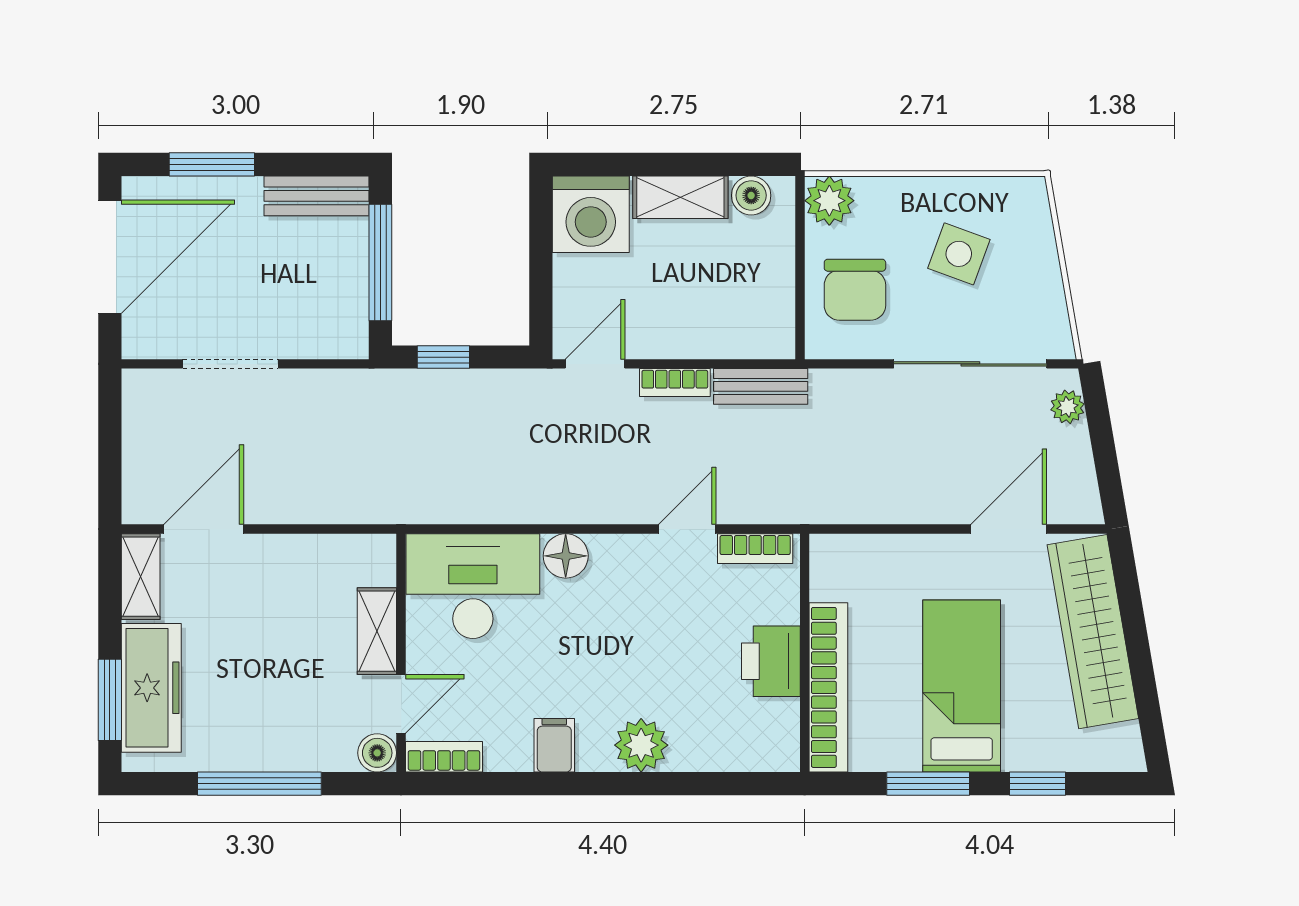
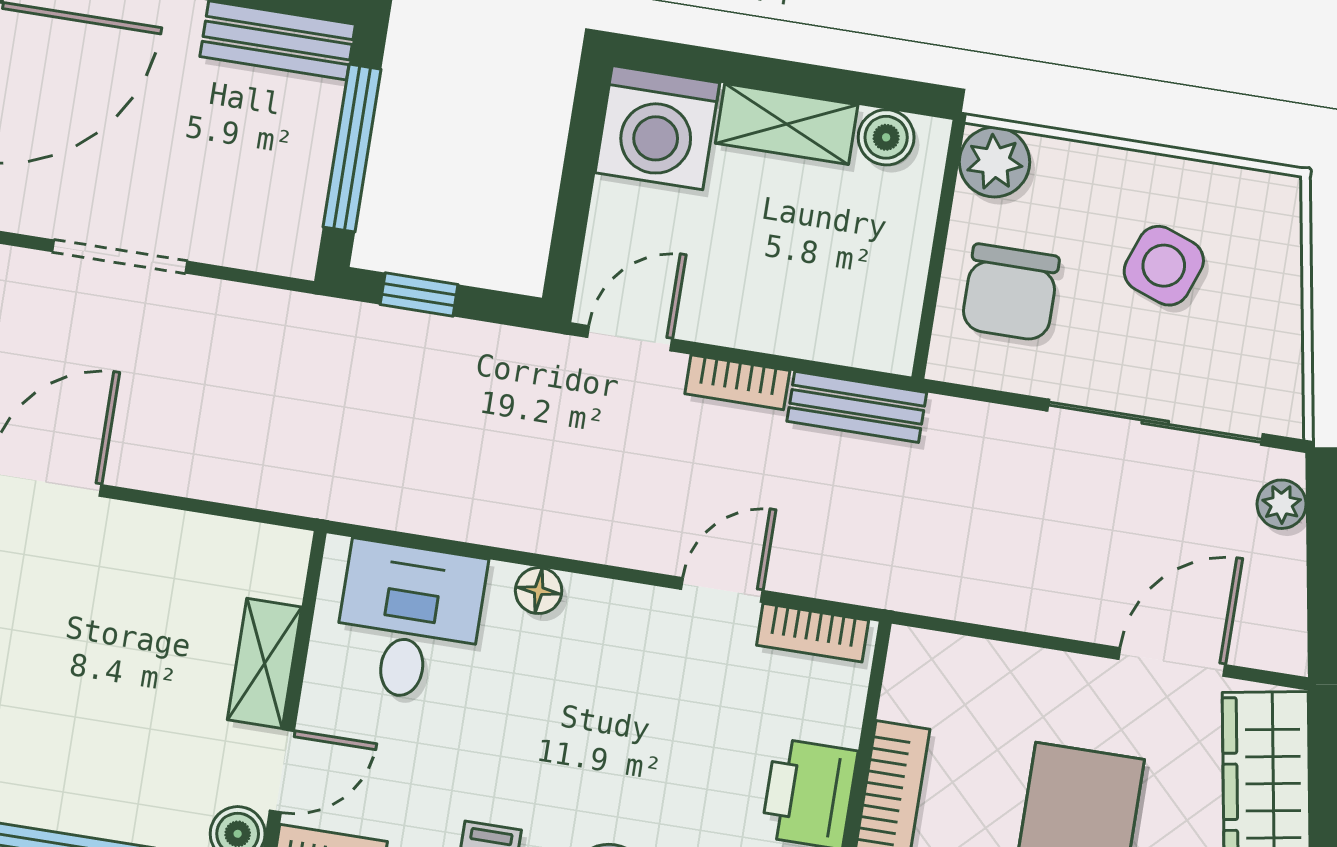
floor lamp: (566, 556) -> (539, 591), width x0.73, depth x0.73
desk: (473, 586) -> (409, 622), width x0.73

